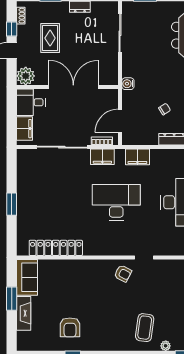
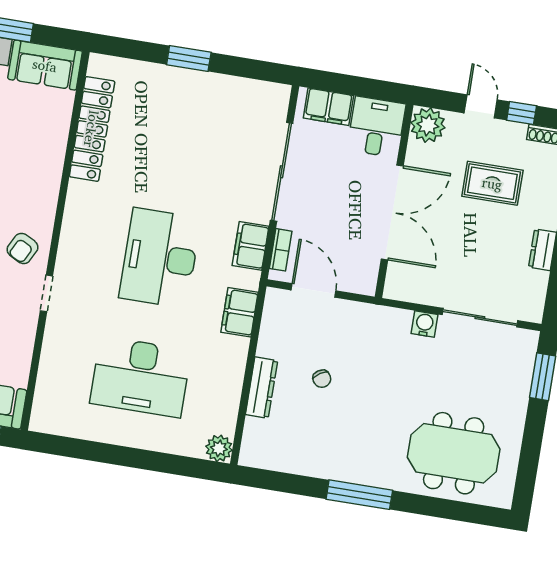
water cooler: (128, 84) -> (424, 324), moved
desk: (116, 202) -> (160, 258), turned 180

